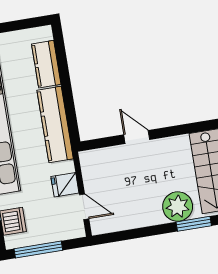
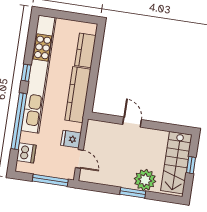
window: (194, 224) -> (133, 193), moved
window: (38, 250) -> (50, 180), moved

